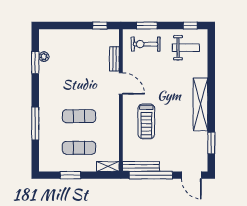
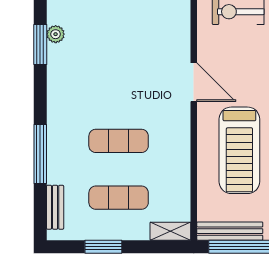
bench: (114, 59) -> (55, 207), moved
treadmill: (146, 121) -> (239, 150), width x1.37, depth x1.38

